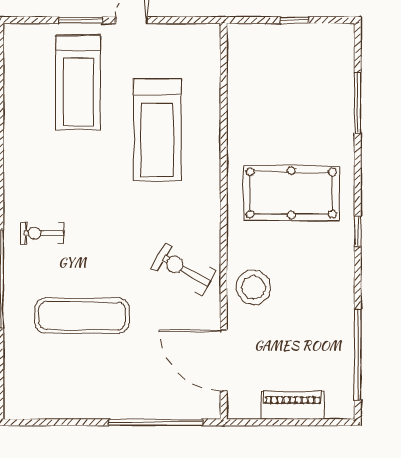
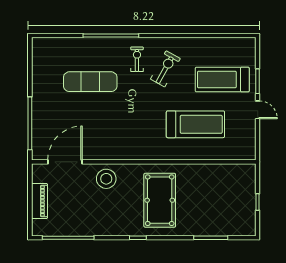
treadmill: (157, 130) -> (195, 124), turned 180
exercise bike: (184, 269) -> (165, 69), moved
exercise mat: (82, 316) -> (90, 82), turned 90

